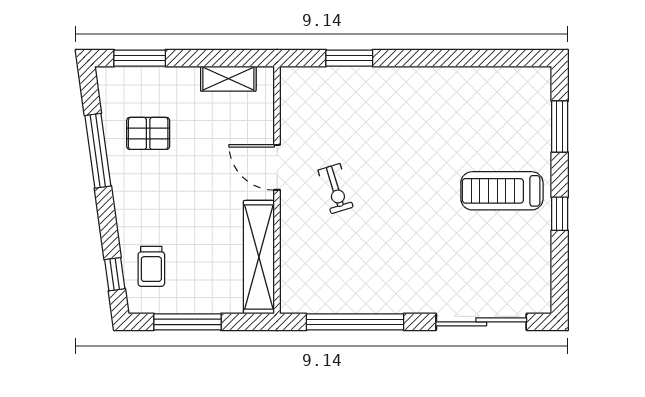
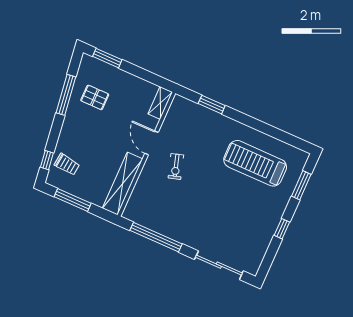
shelving: (228, 79) -> (160, 103), moved, turned 90
treadmill: (502, 191) -> (255, 163), moved, width x1.37, depth x1.38
trolley: (151, 266) -> (67, 164), turned -84

